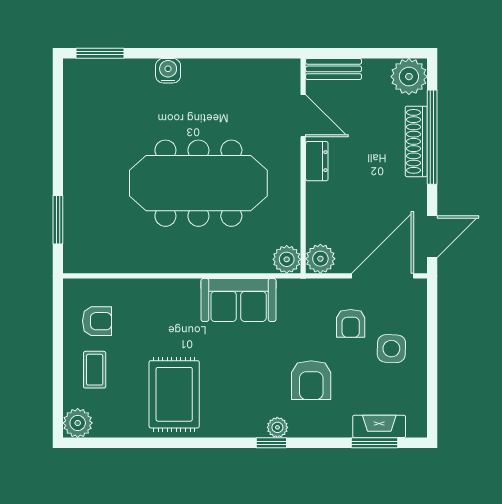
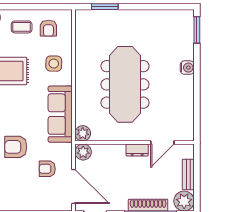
bench: (334, 69) -> (188, 174), moved
sofa: (239, 300) -> (60, 114), width x1.36
side table: (391, 349) -> (54, 64), moved

